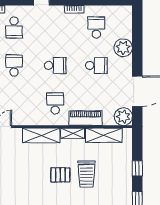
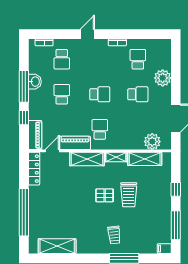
plant: (123, 117) -> (152, 142), moved
piano: (85, 118) -> (75, 143), moved

